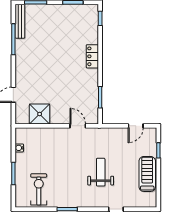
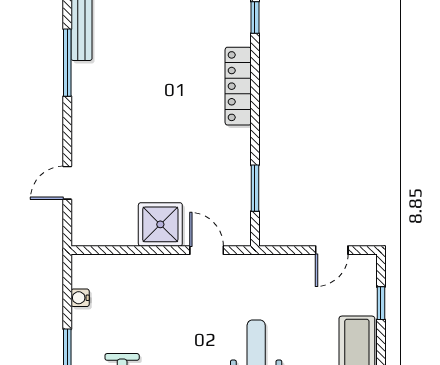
locker: (92, 56) -> (238, 86), width x1.53
shower: (40, 114) -> (160, 224), moved

